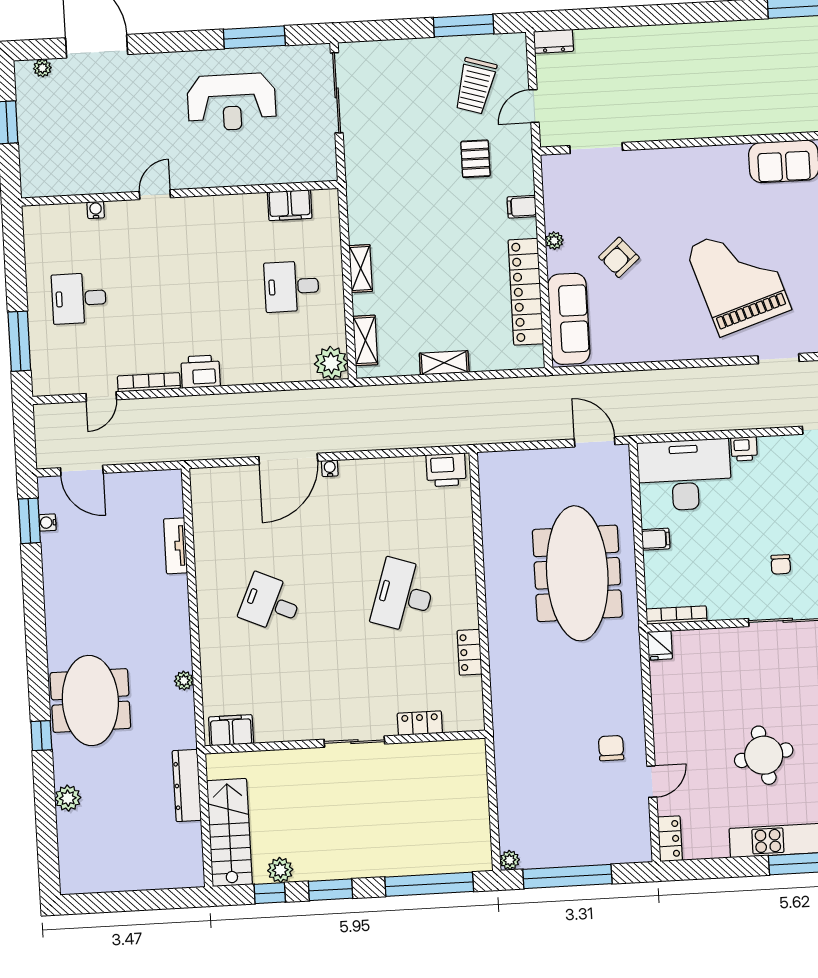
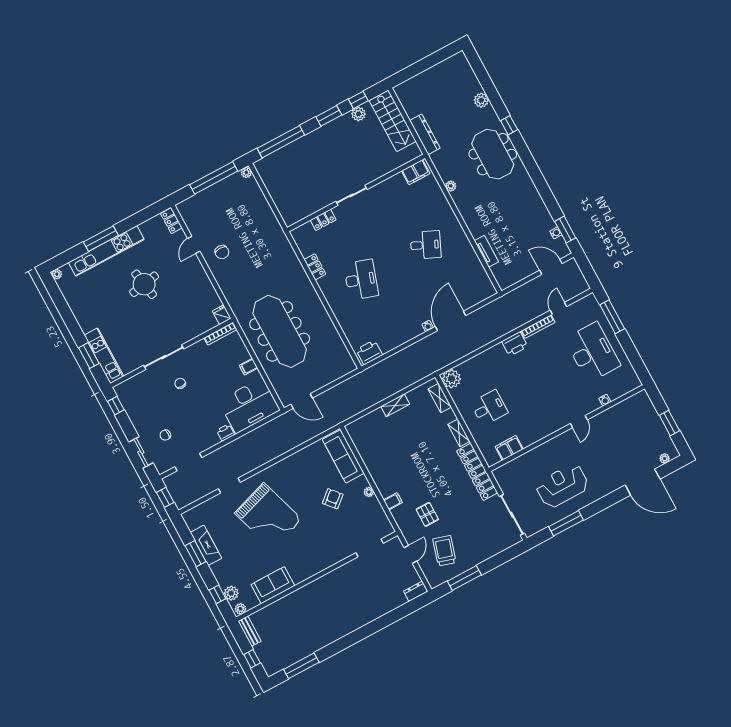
locker: (526, 292) -> (477, 472), moved, turned 180
desk: (79, 298) -> (592, 352), width x1.87, depth x1.30

